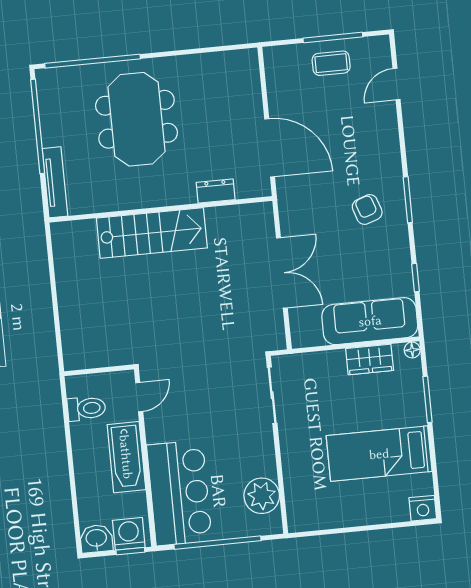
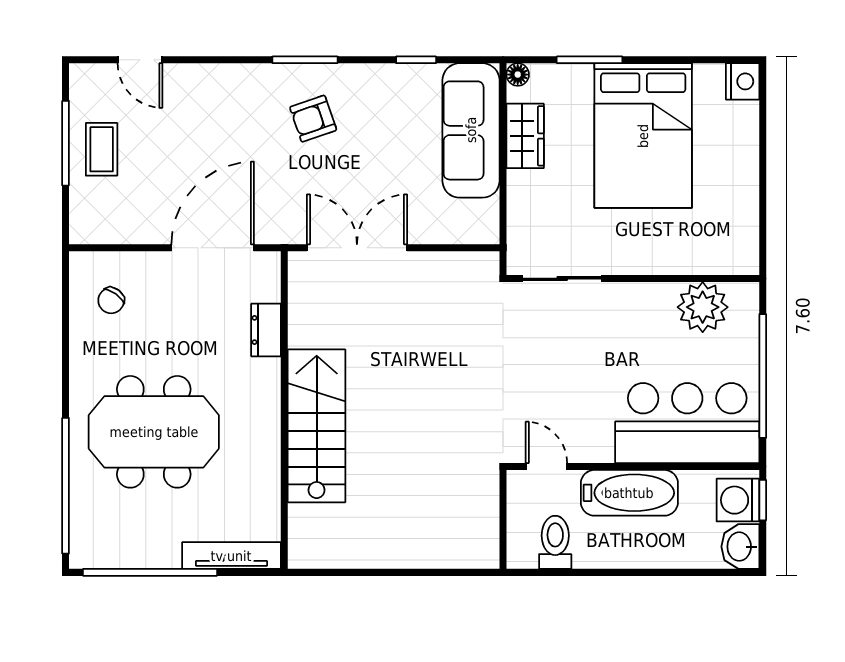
chair: (226, 80) -> (111, 300), added
double door: (282, 273) -> (357, 248), moved
bed: (379, 454) -> (643, 136), width x1.50

